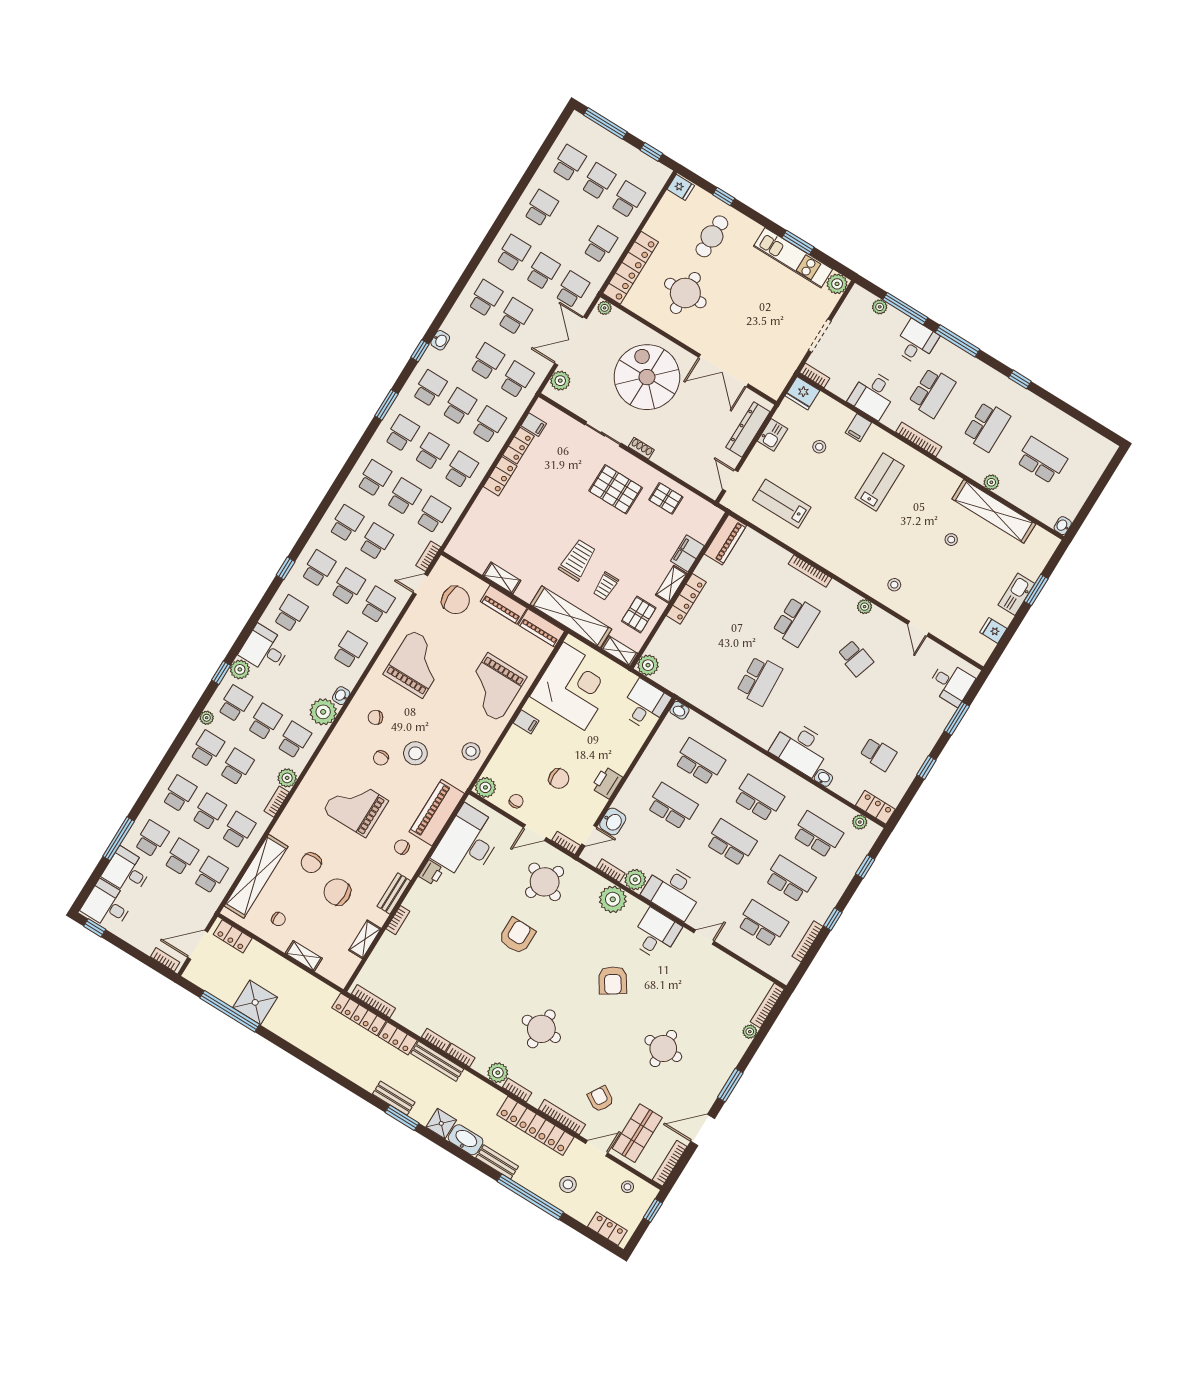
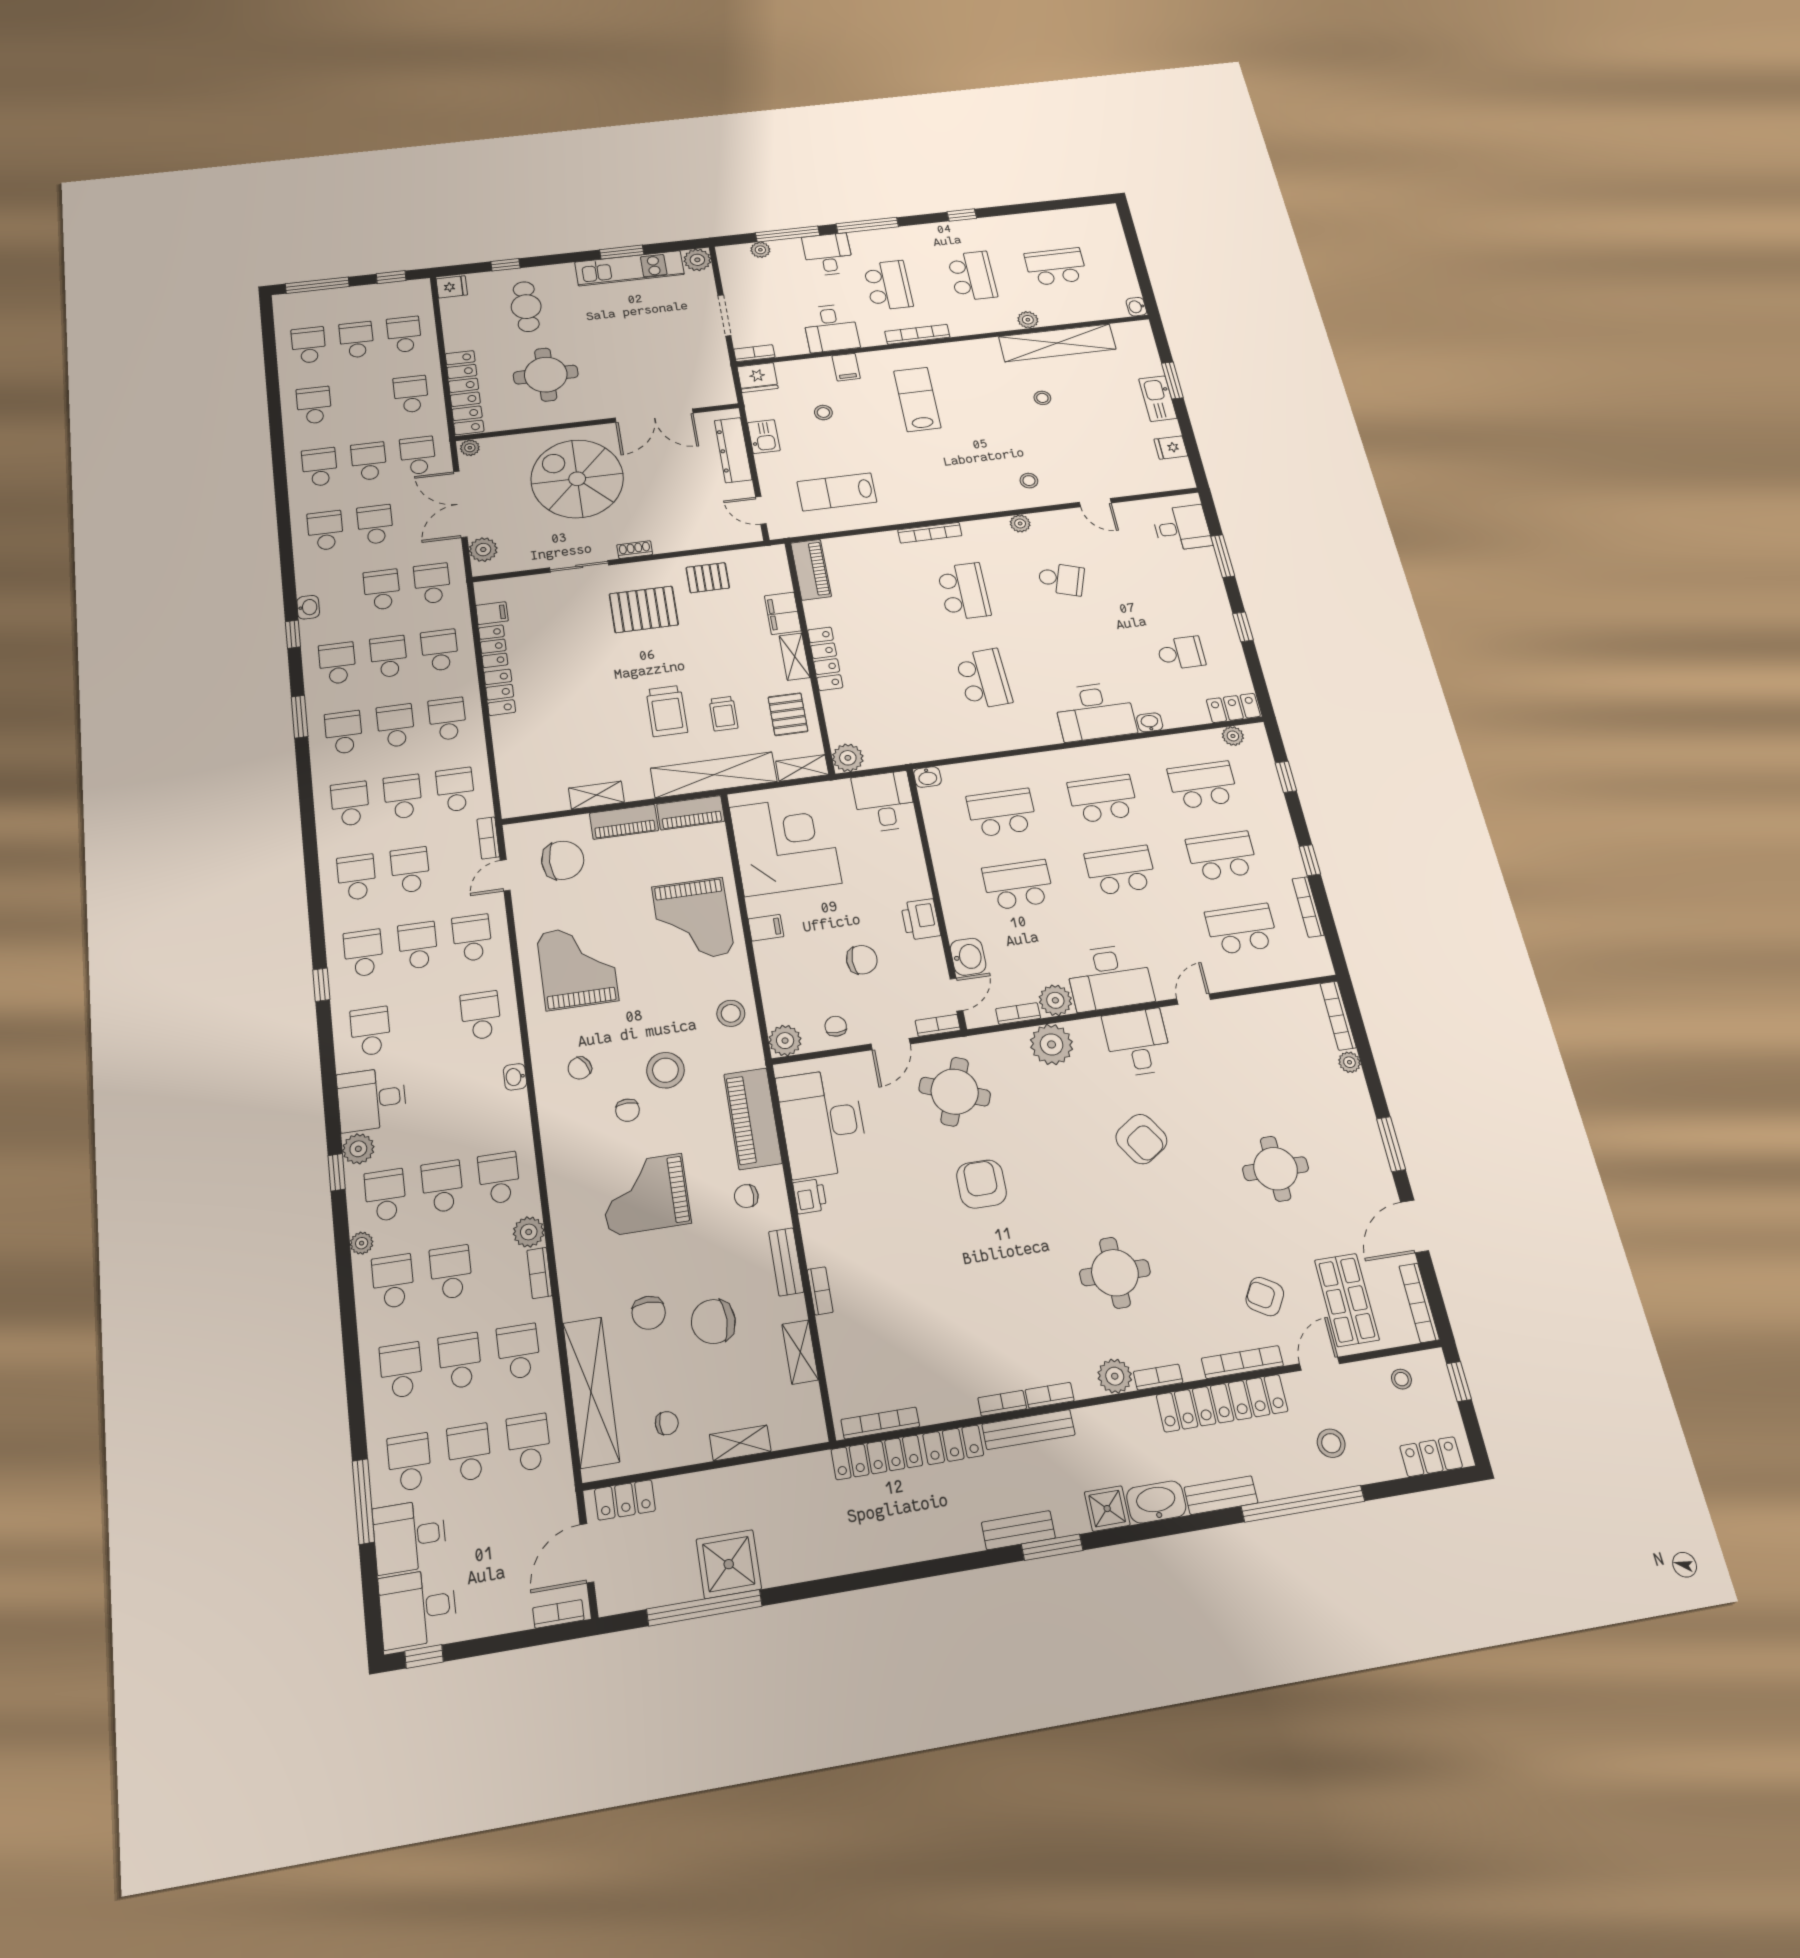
trolley: (578, 560) -> (667, 711), turned 180
plant: (323, 712) -> (508, 1114), removed

